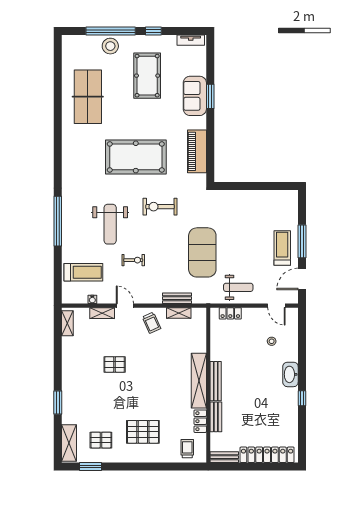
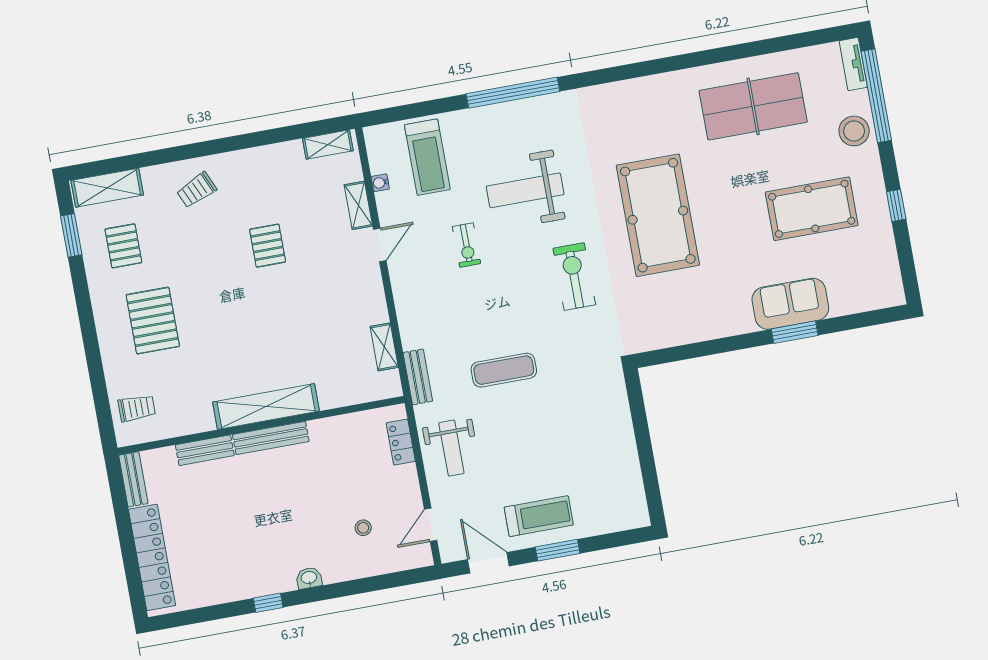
window: (111, 31) -> (876, 96), moved
tv unit: (191, 40) -> (853, 64), moved
piano: (197, 151) -> (689, 326), removed
window: (302, 241) -> (558, 550), width x0.69
exercise mat: (202, 252) -> (504, 370), width x0.50, depth x0.69
bench: (177, 298) -> (418, 377), moved
trolley: (152, 323) -> (197, 190), moved
washbasin: (290, 374) -> (309, 578), width x0.52, depth x0.69
window: (58, 402) -> (178, 153), removed
locker: (200, 421) -> (192, 423), removed

